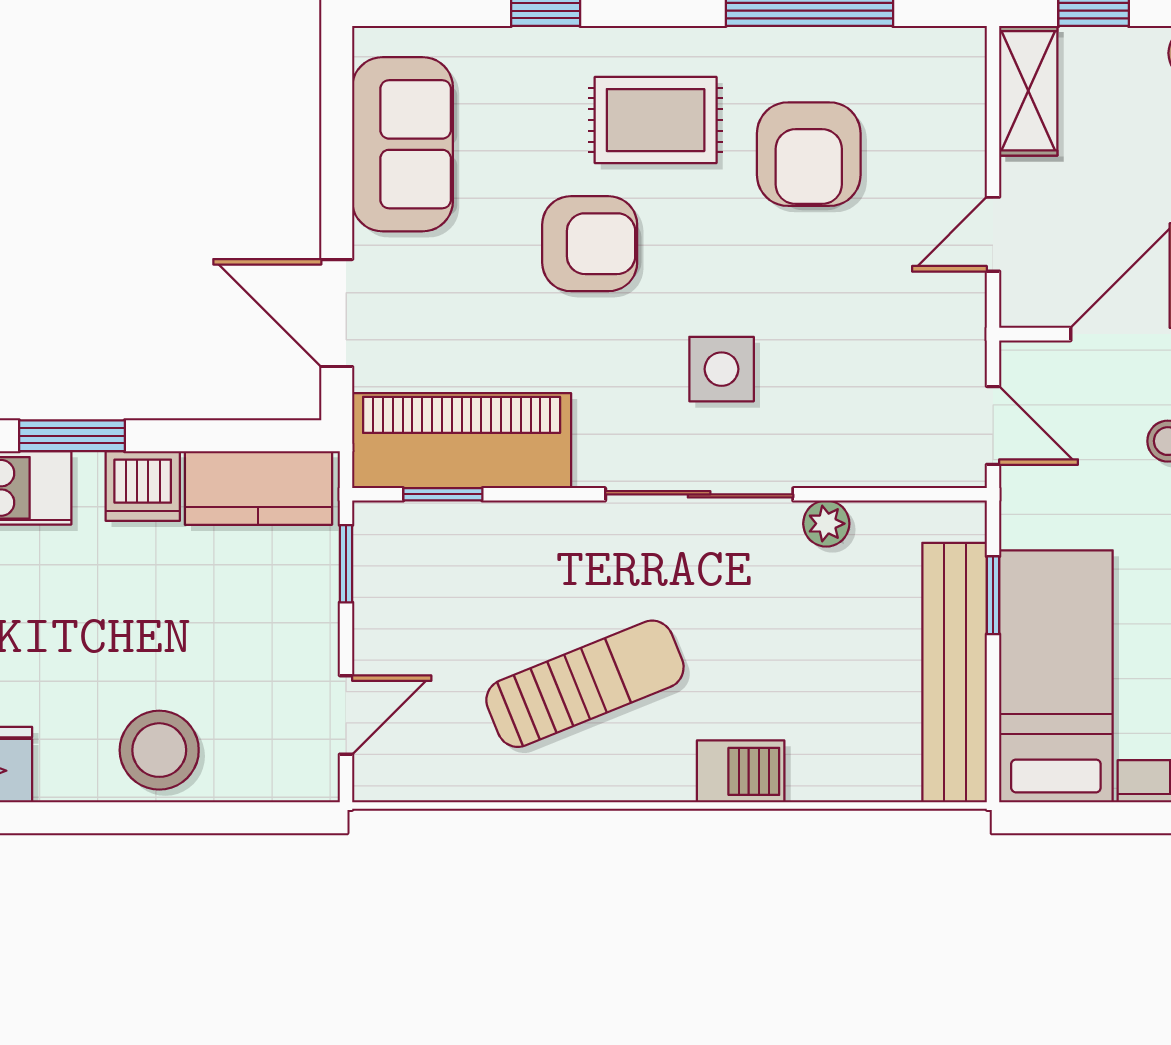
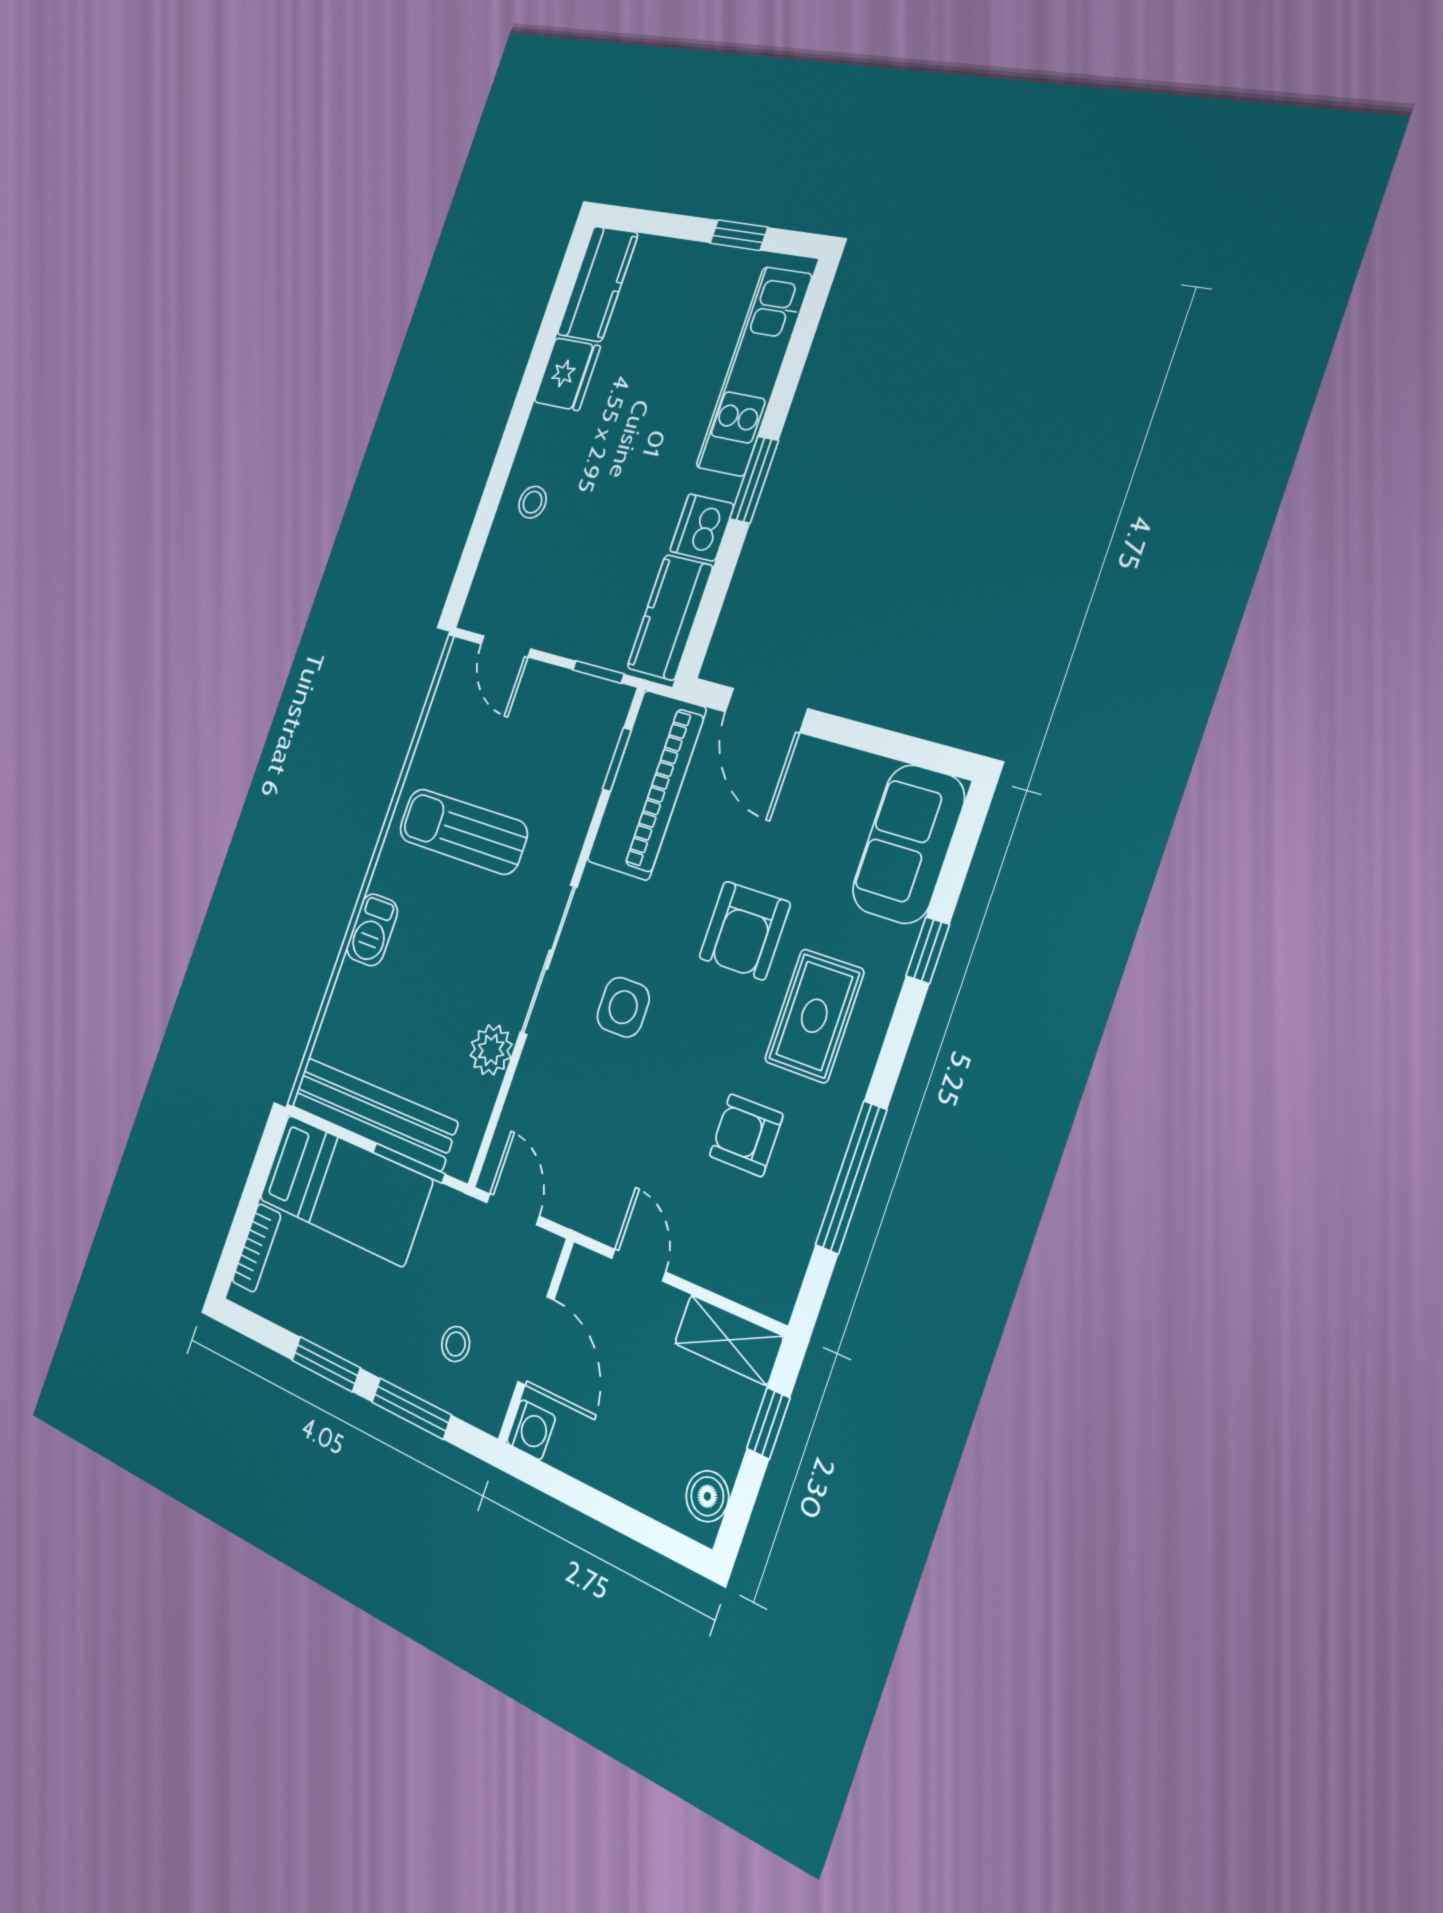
sofa: (403, 144) -> (908, 844), moved, turned 90
armchair: (809, 154) -> (746, 1135), width x0.72, depth x0.72
door: (337, 313) -> (766, 710), swing flipped
door: (993, 425) -> (513, 1209), swing flipped
plant: (826, 524) -> (491, 1050), width x1.38, depth x1.38
window: (993, 595) -> (409, 1163), width x1.50
sun lounger: (585, 684) -> (463, 831), turned 112
stool: (159, 750) -> (533, 502), width x0.53, depth x0.53

